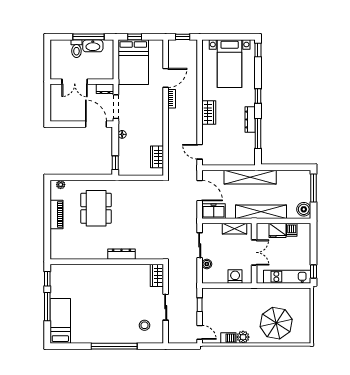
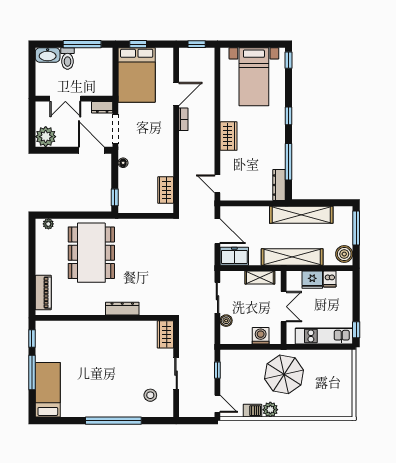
washbasin: (93, 46) -> (48, 55), moved
plant: (59, 113) -> (46, 137), added
dresser: (250, 119) -> (279, 185), moved
shelving: (250, 177) -> (301, 215), moved
dining table: (96, 208) -> (91, 253), width x1.36, depth x1.24
piano: (57, 215) -> (43, 293), moved
parasol: (276, 323) -> (284, 374), moved

